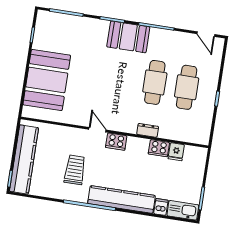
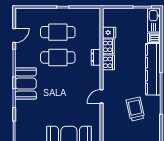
door: (206, 34) -> (14, 35), moved
cooker: (116, 142) -> (108, 62), moved
trolley: (75, 170) -> (135, 109), turned 77

